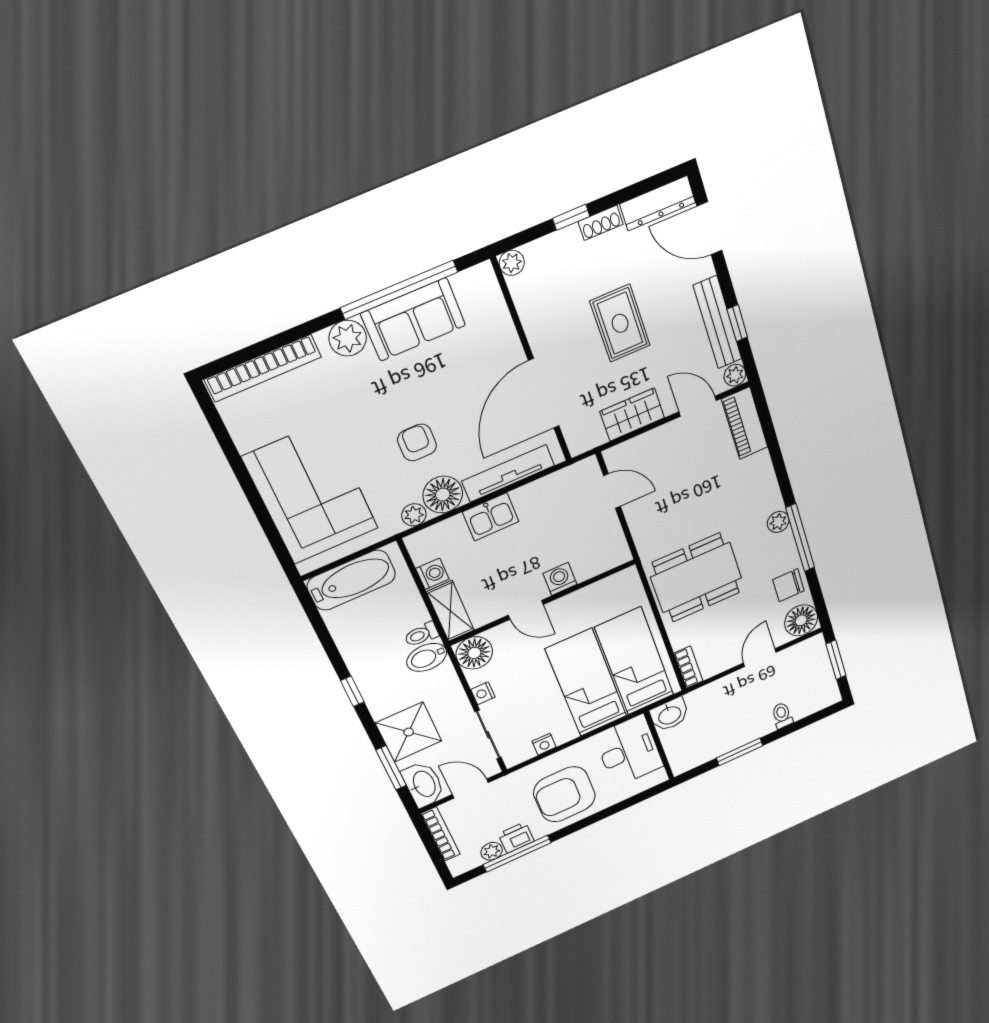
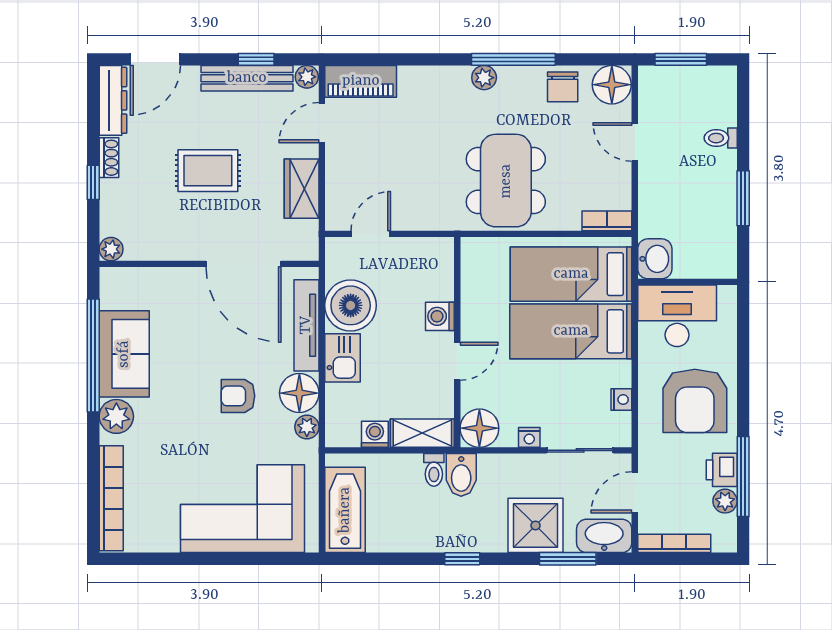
boiler: (541, 503) -> (351, 305), added

